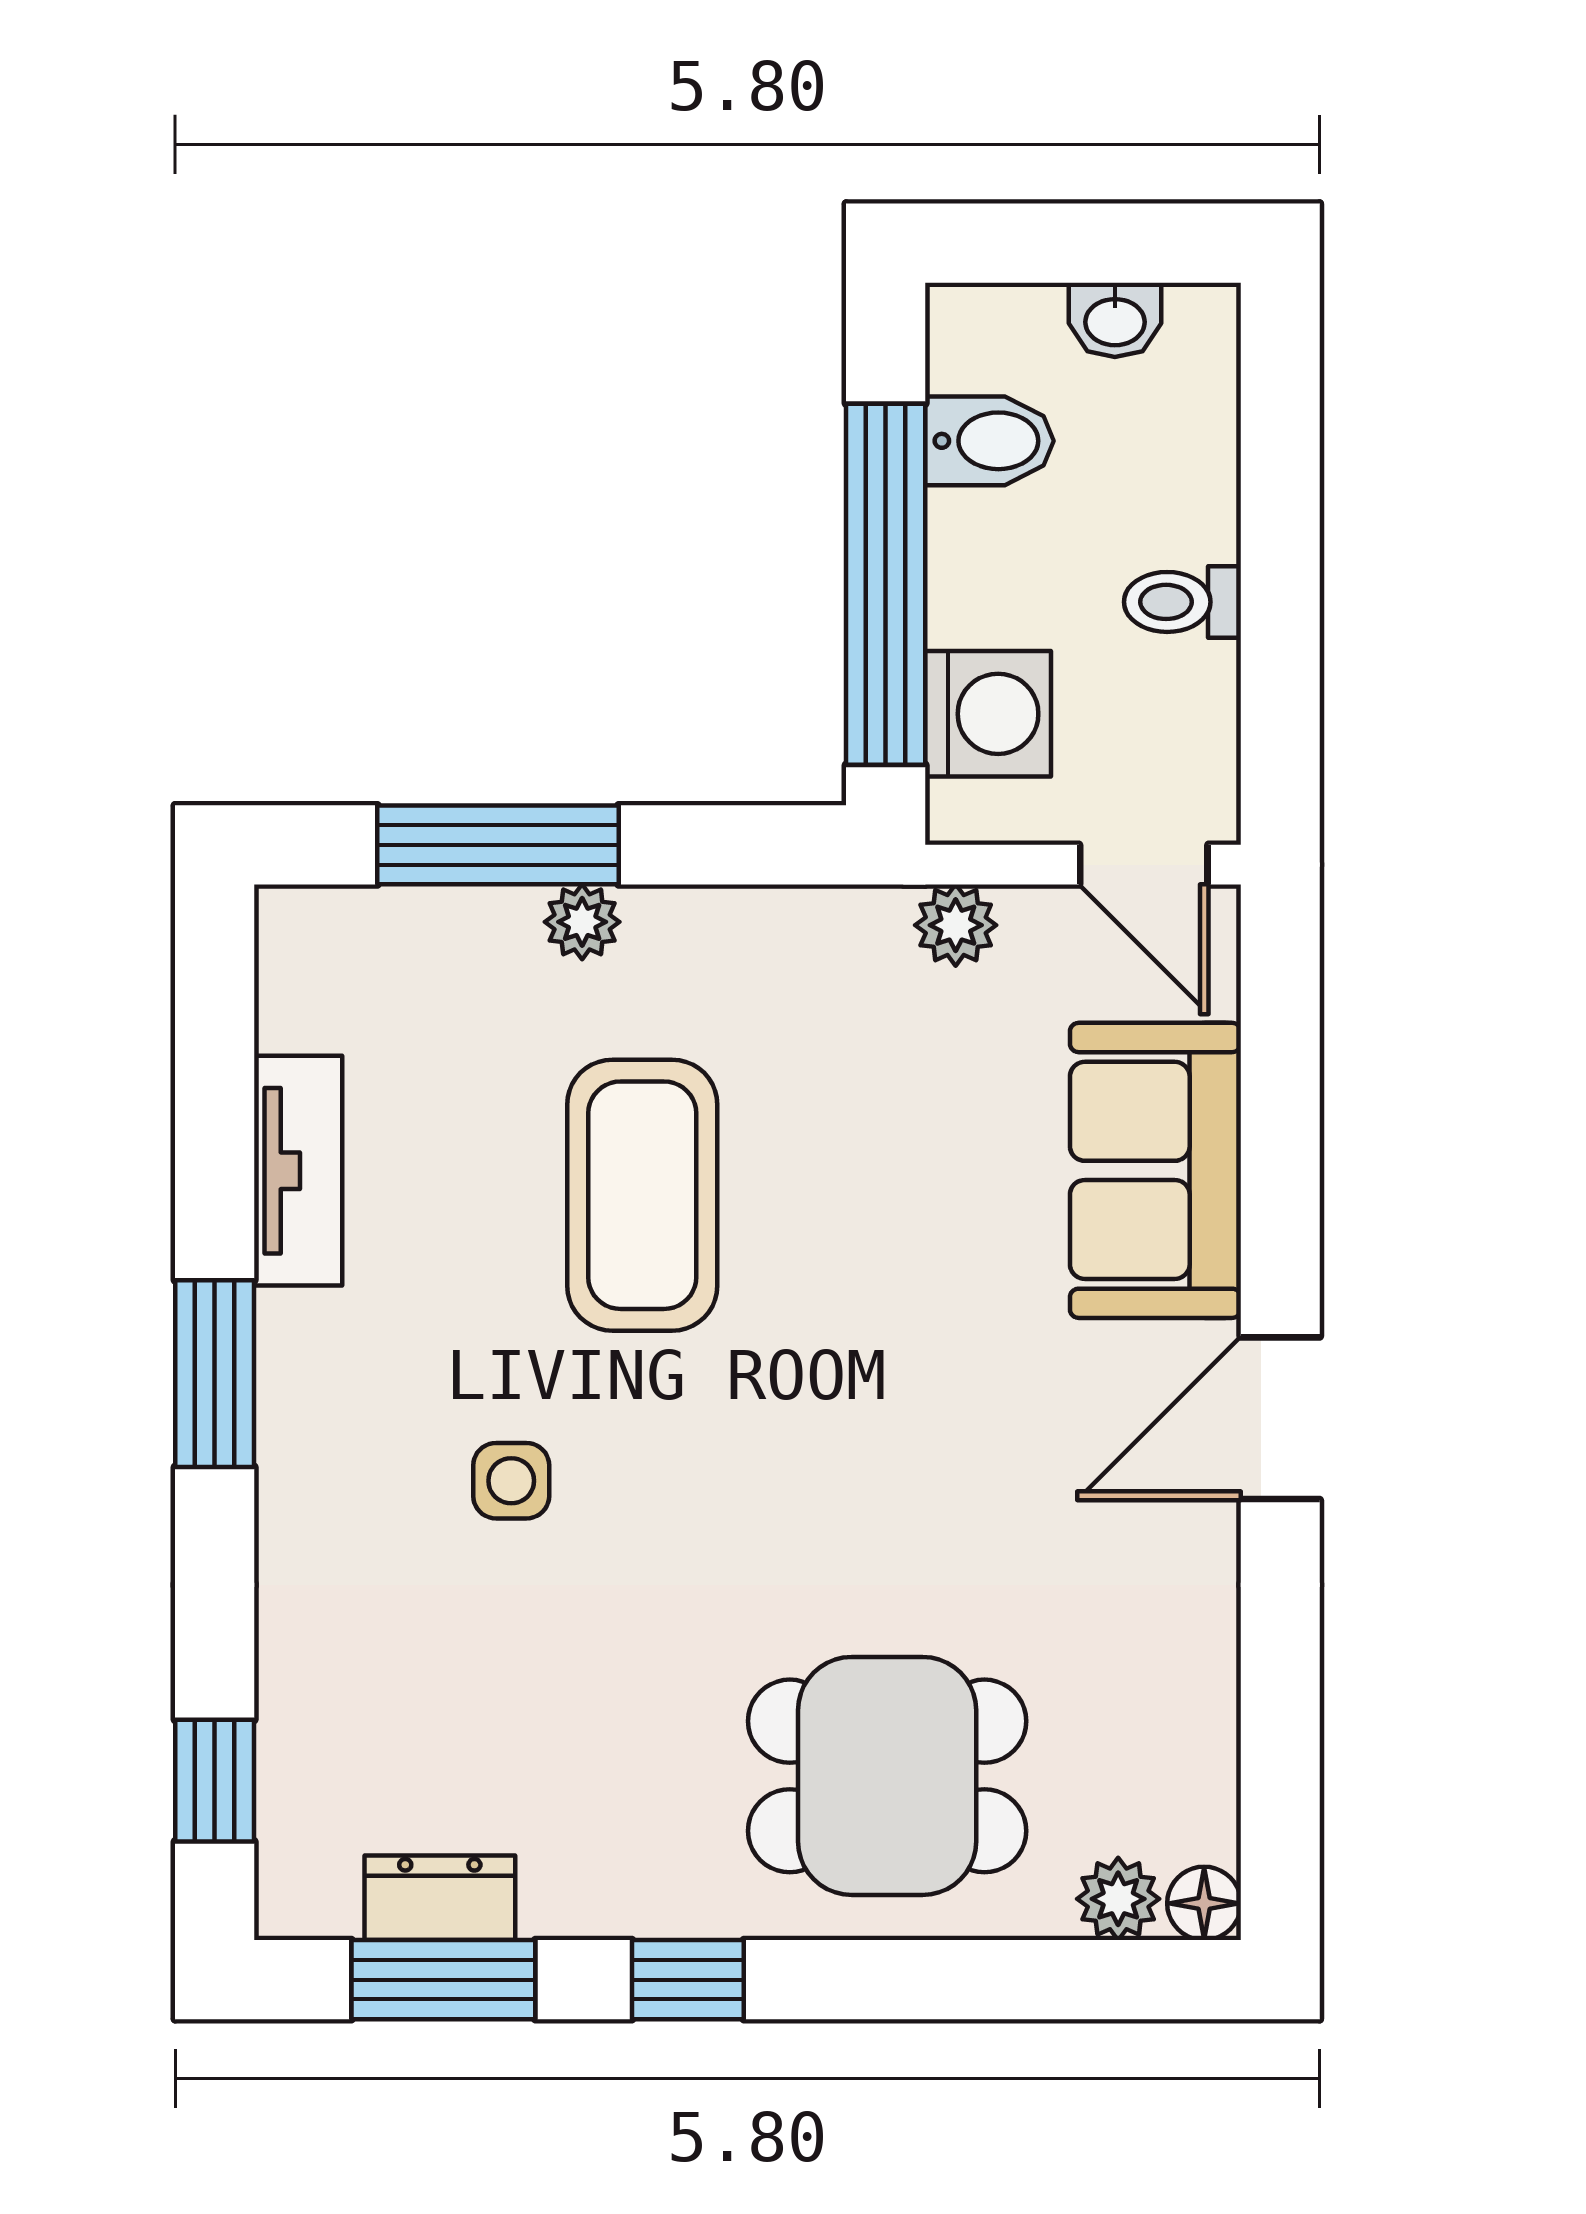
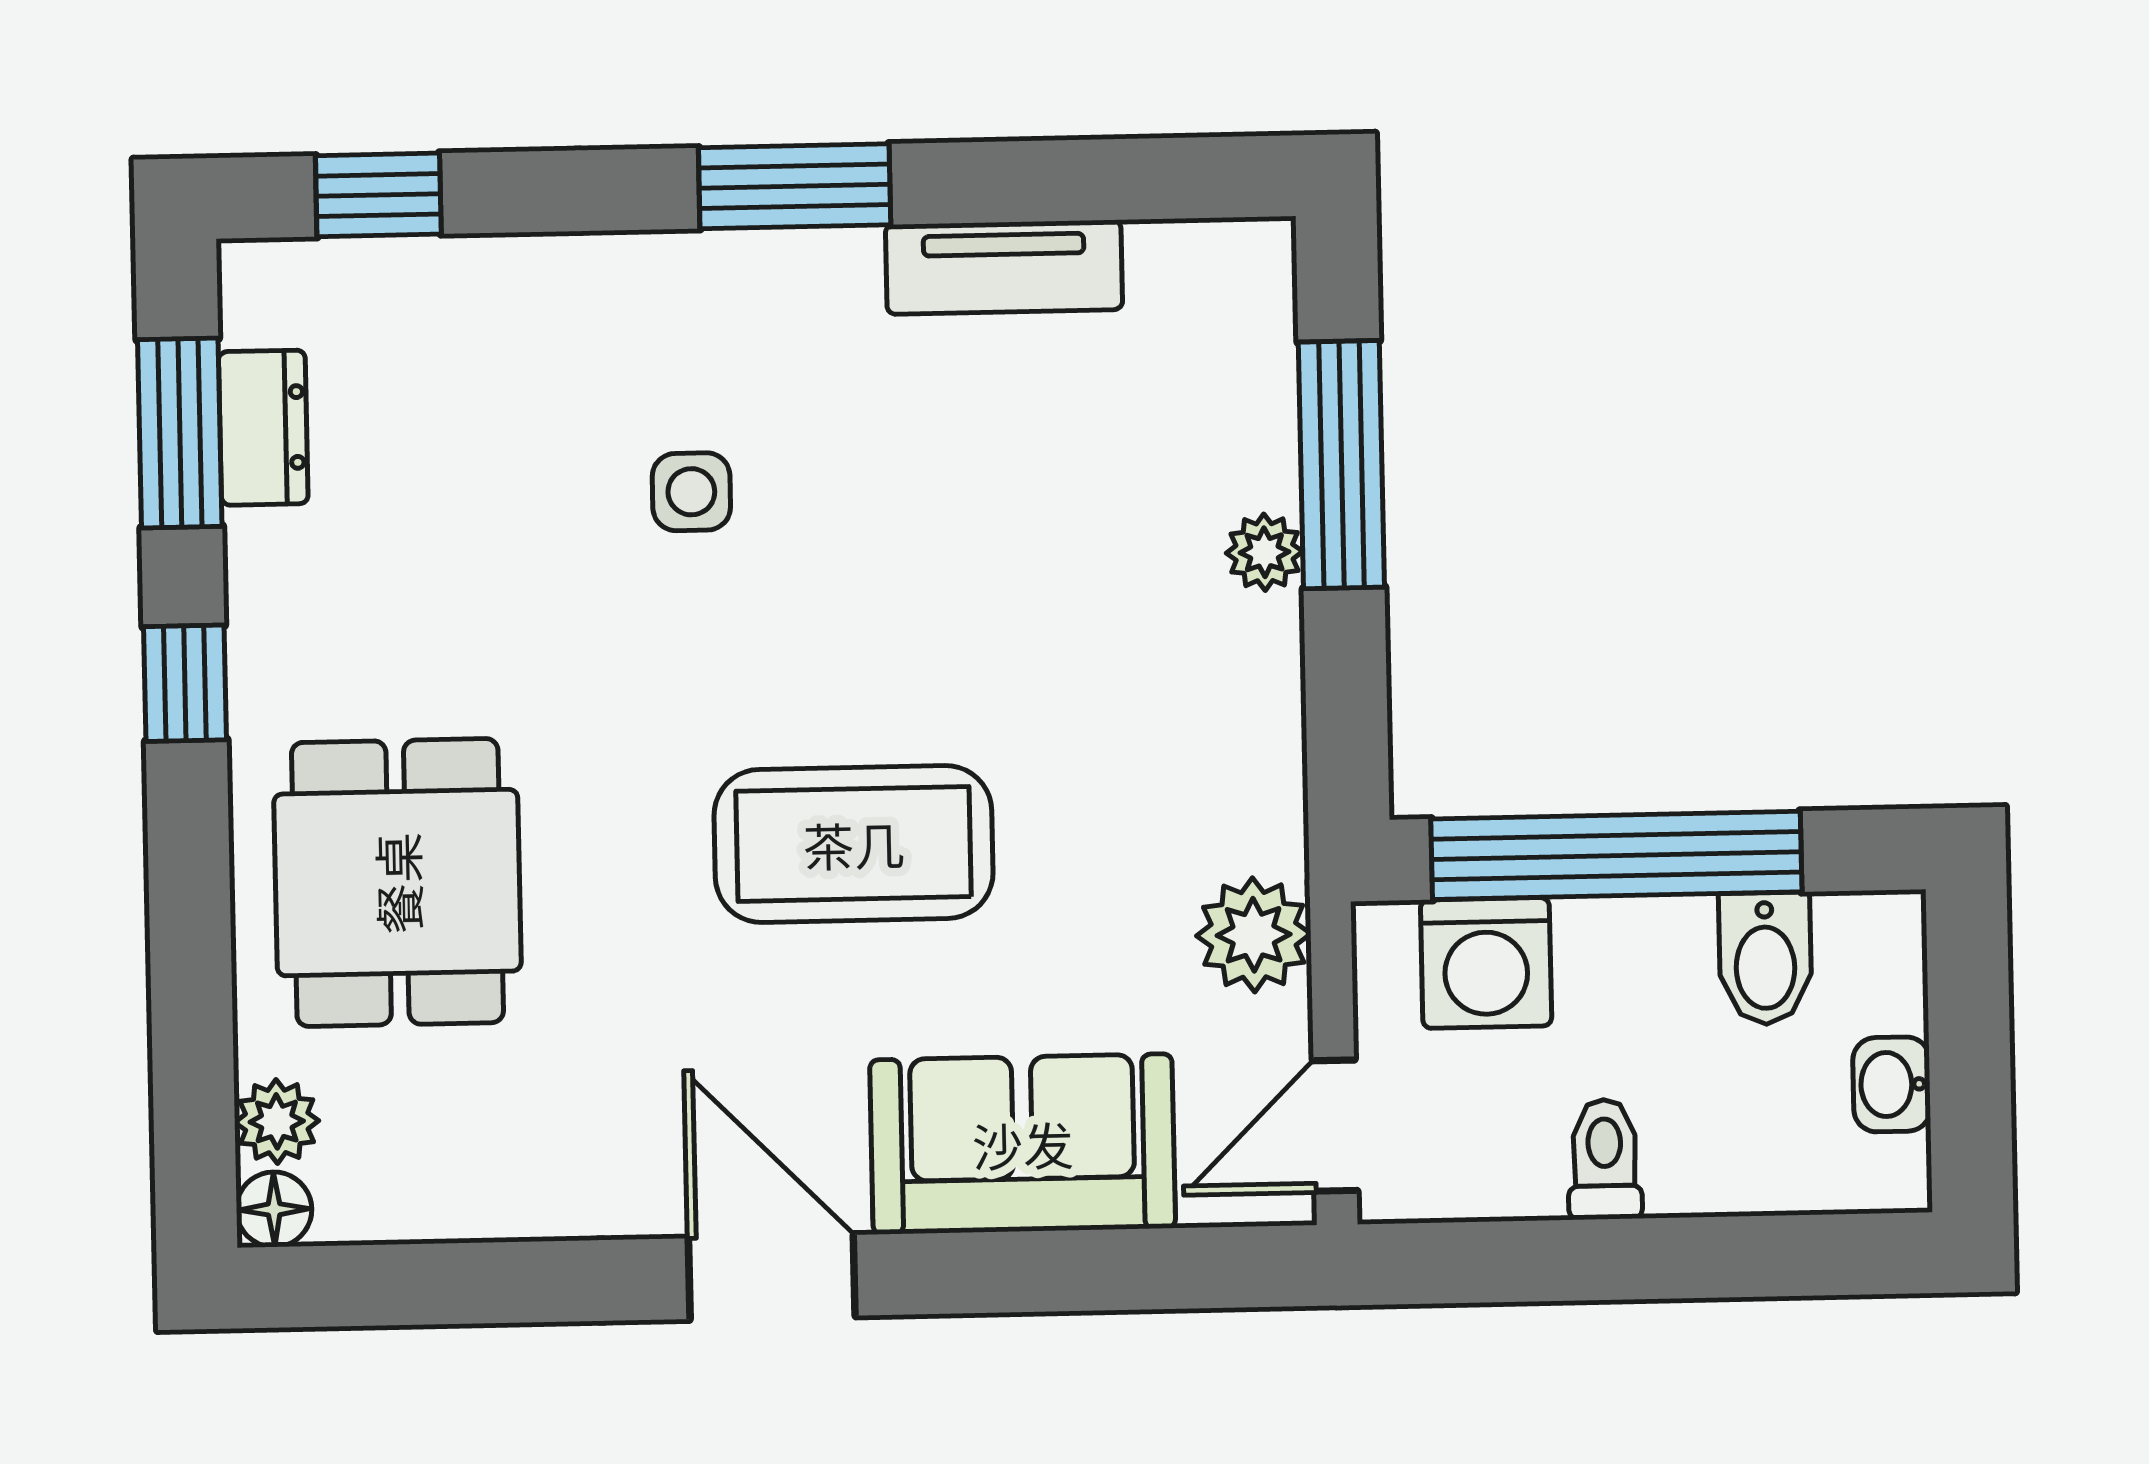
plant: (956, 925) -> (1254, 935), width x1.38, depth x1.38
coffee table: (642, 1195) -> (854, 844), moved

